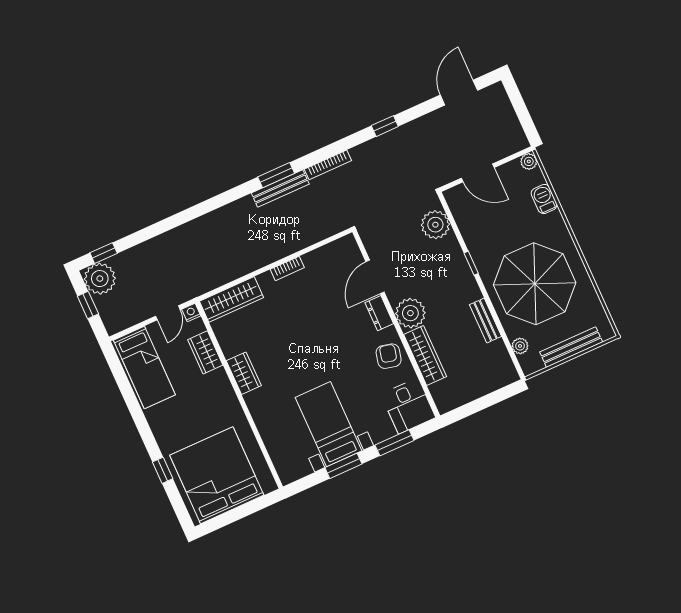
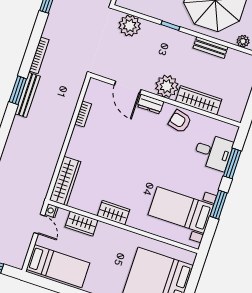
bookcase: (287, 268) -> (83, 114), moved
desk: (408, 406) -> (213, 152), moved
bed with nightstands: (329, 424) -> (181, 210), moved

